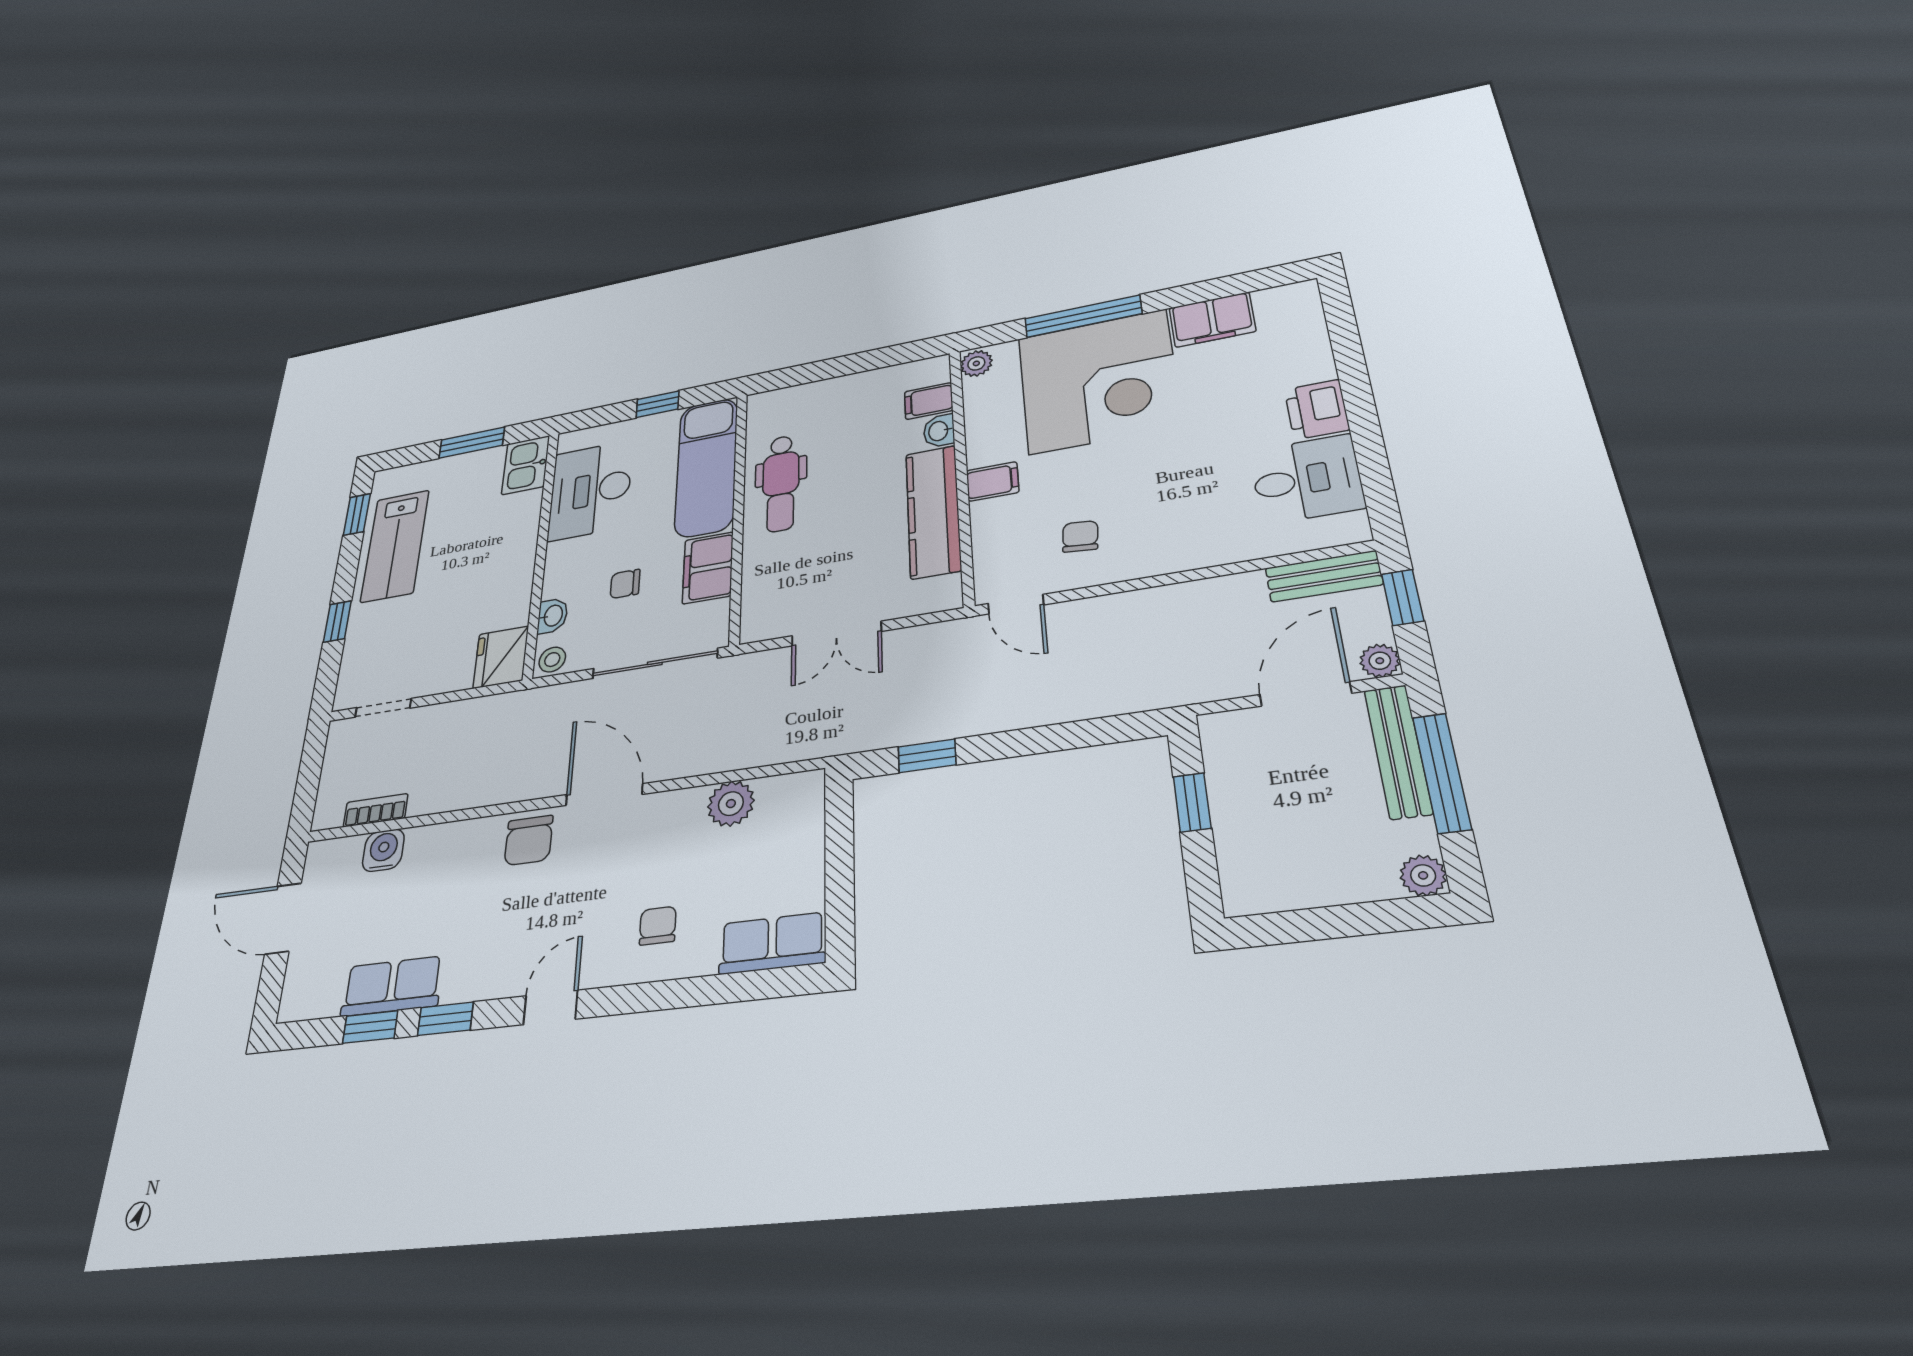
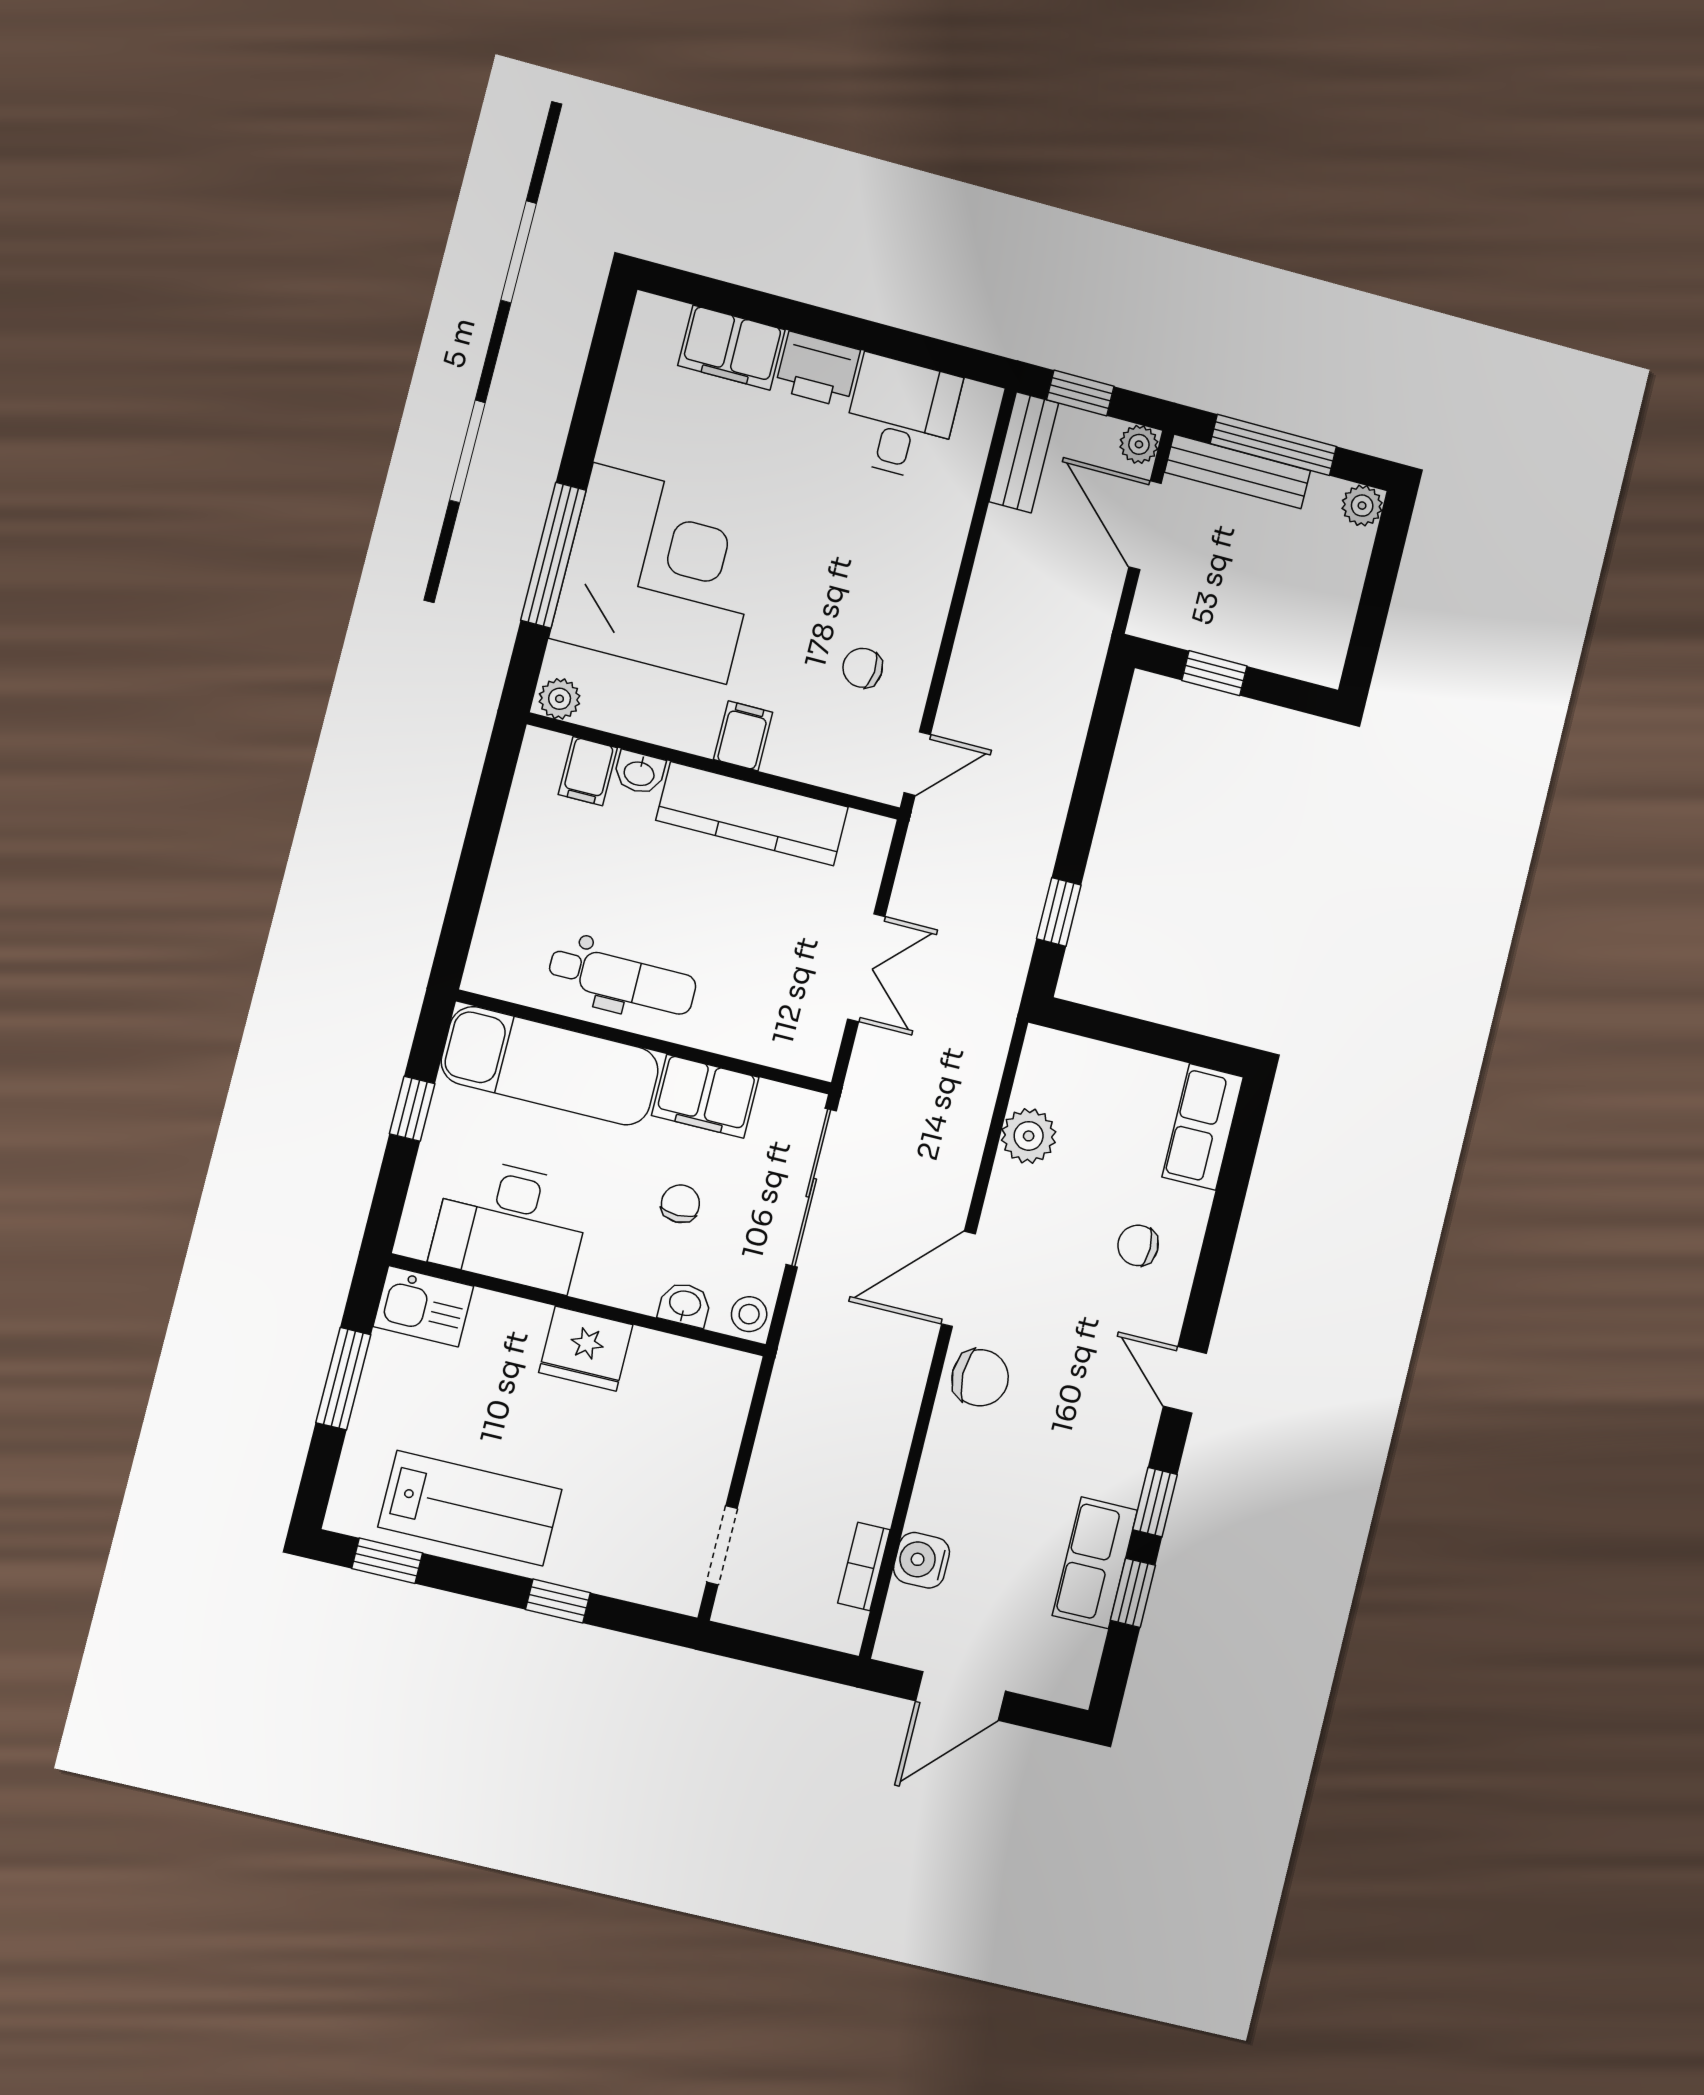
filing cabinet: (1212, 320) -> (731, 348), moved, turned 90
chair: (625, 584) -> (680, 1204), turned 180
fridge: (501, 657) -> (586, 1349), moved

